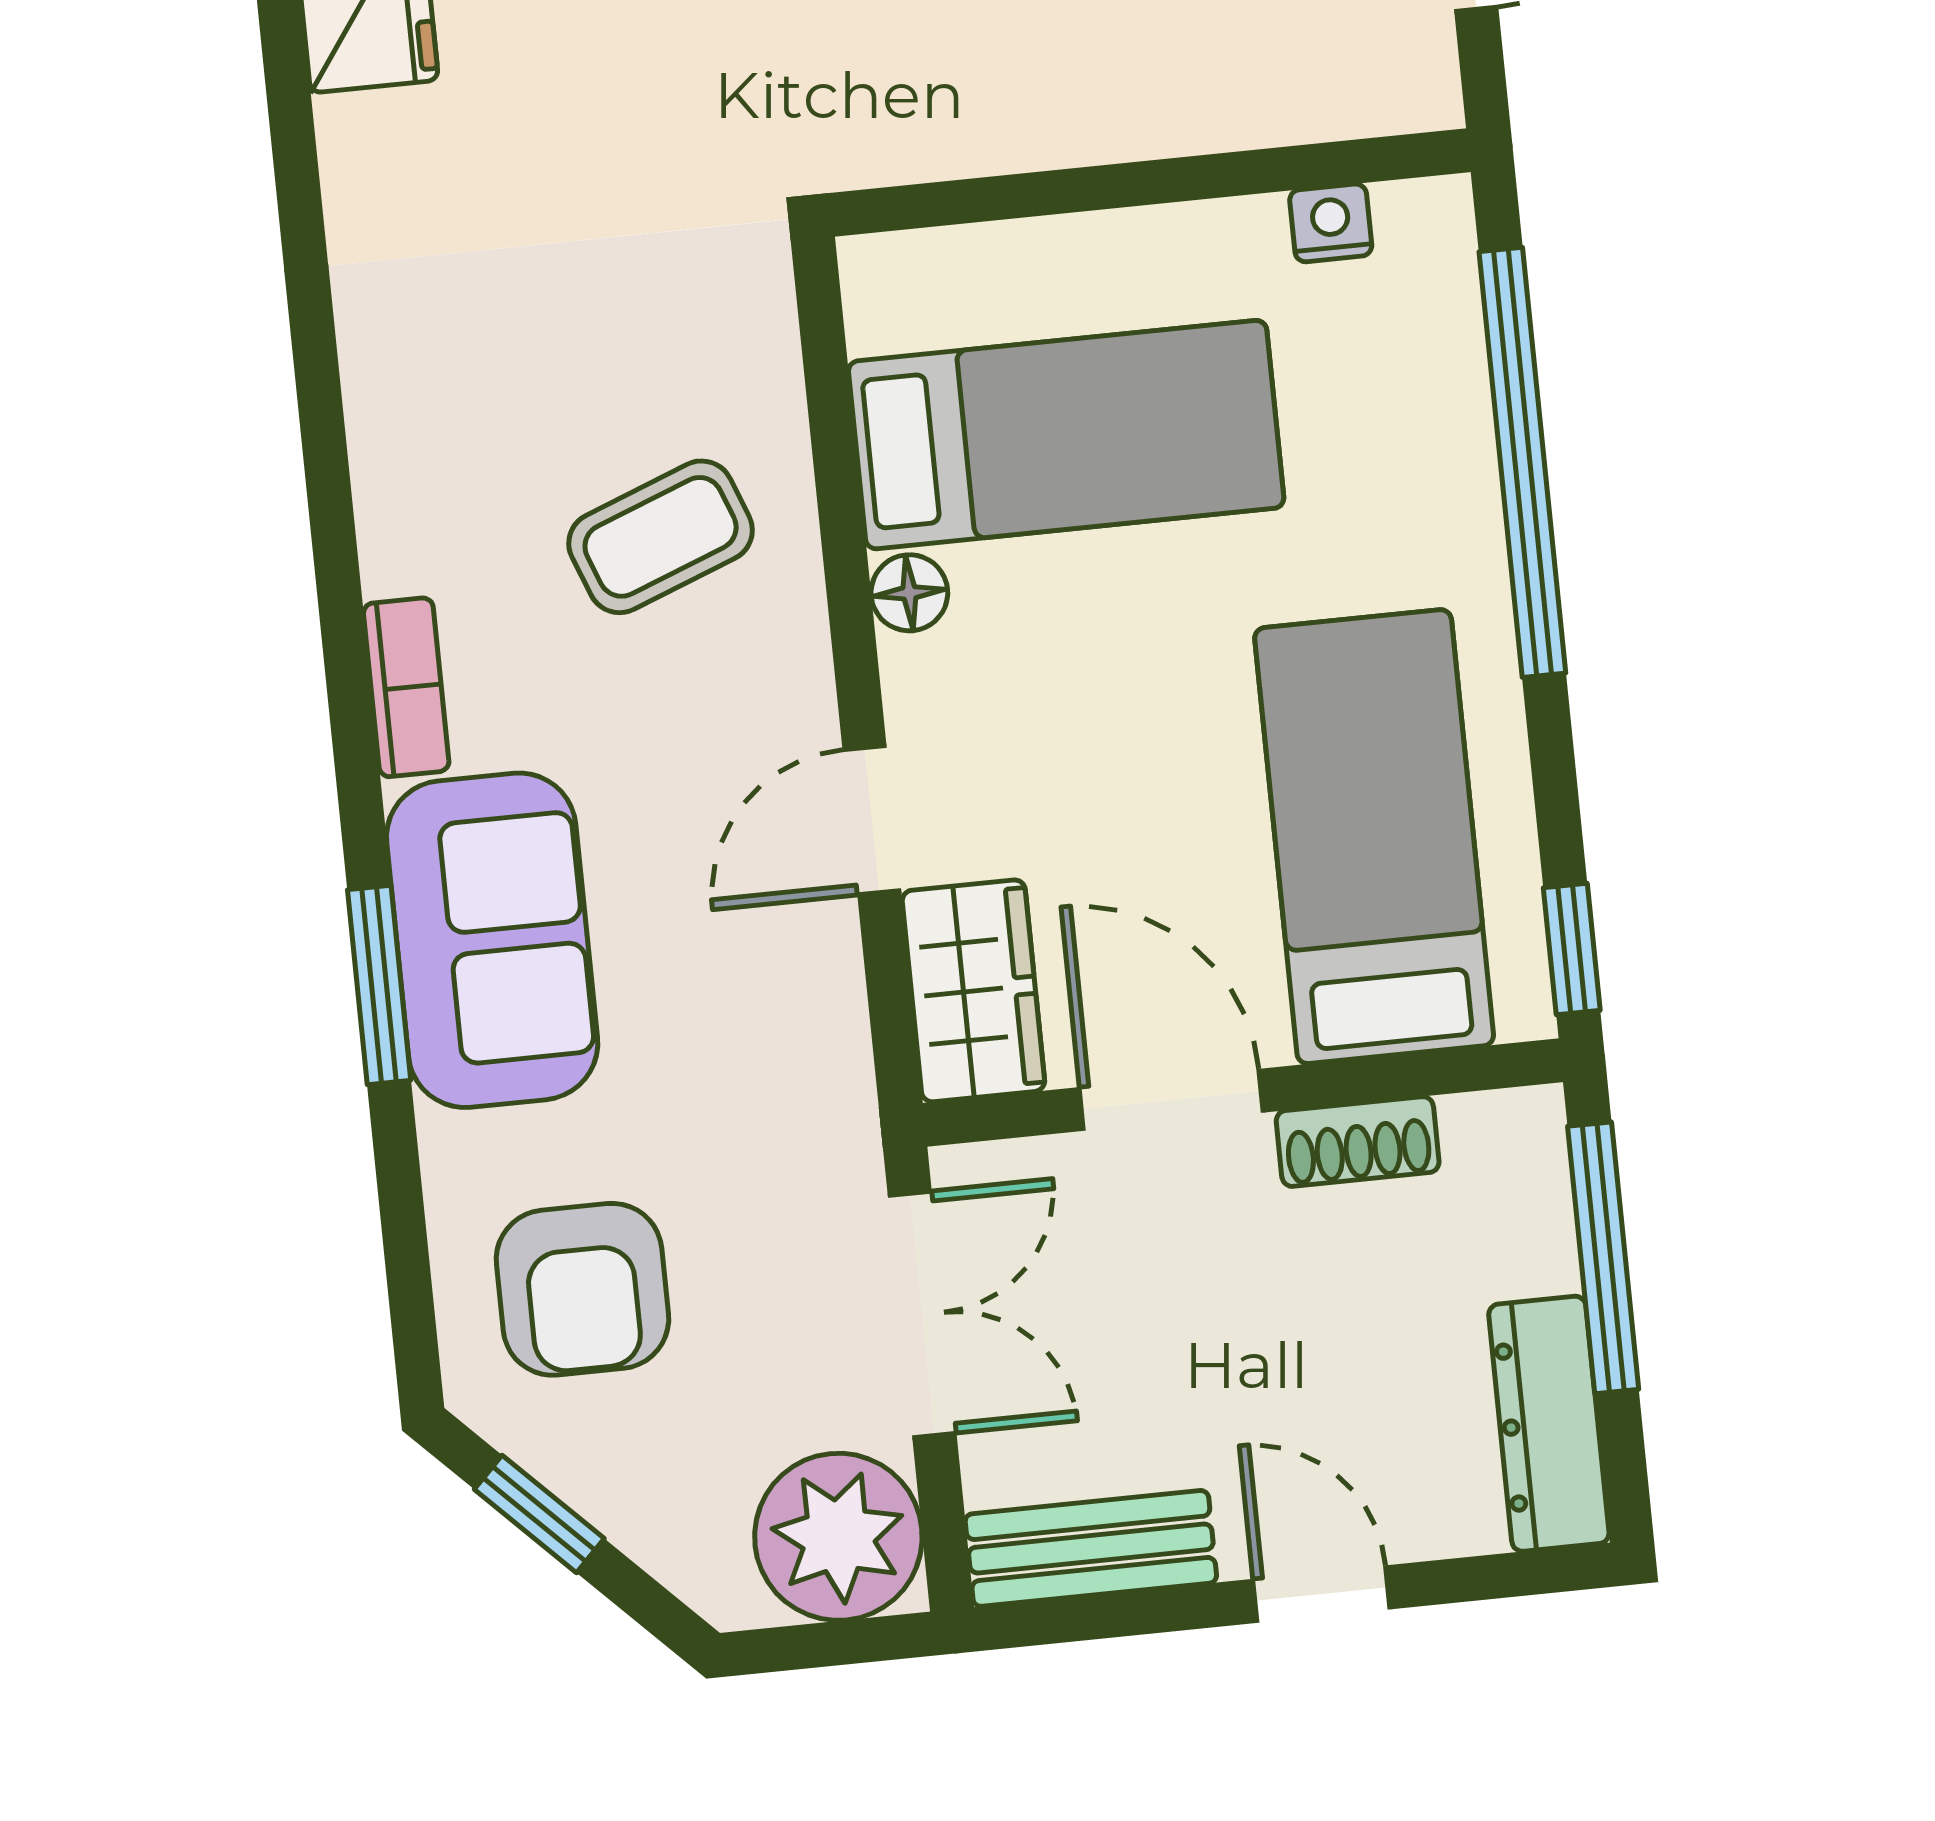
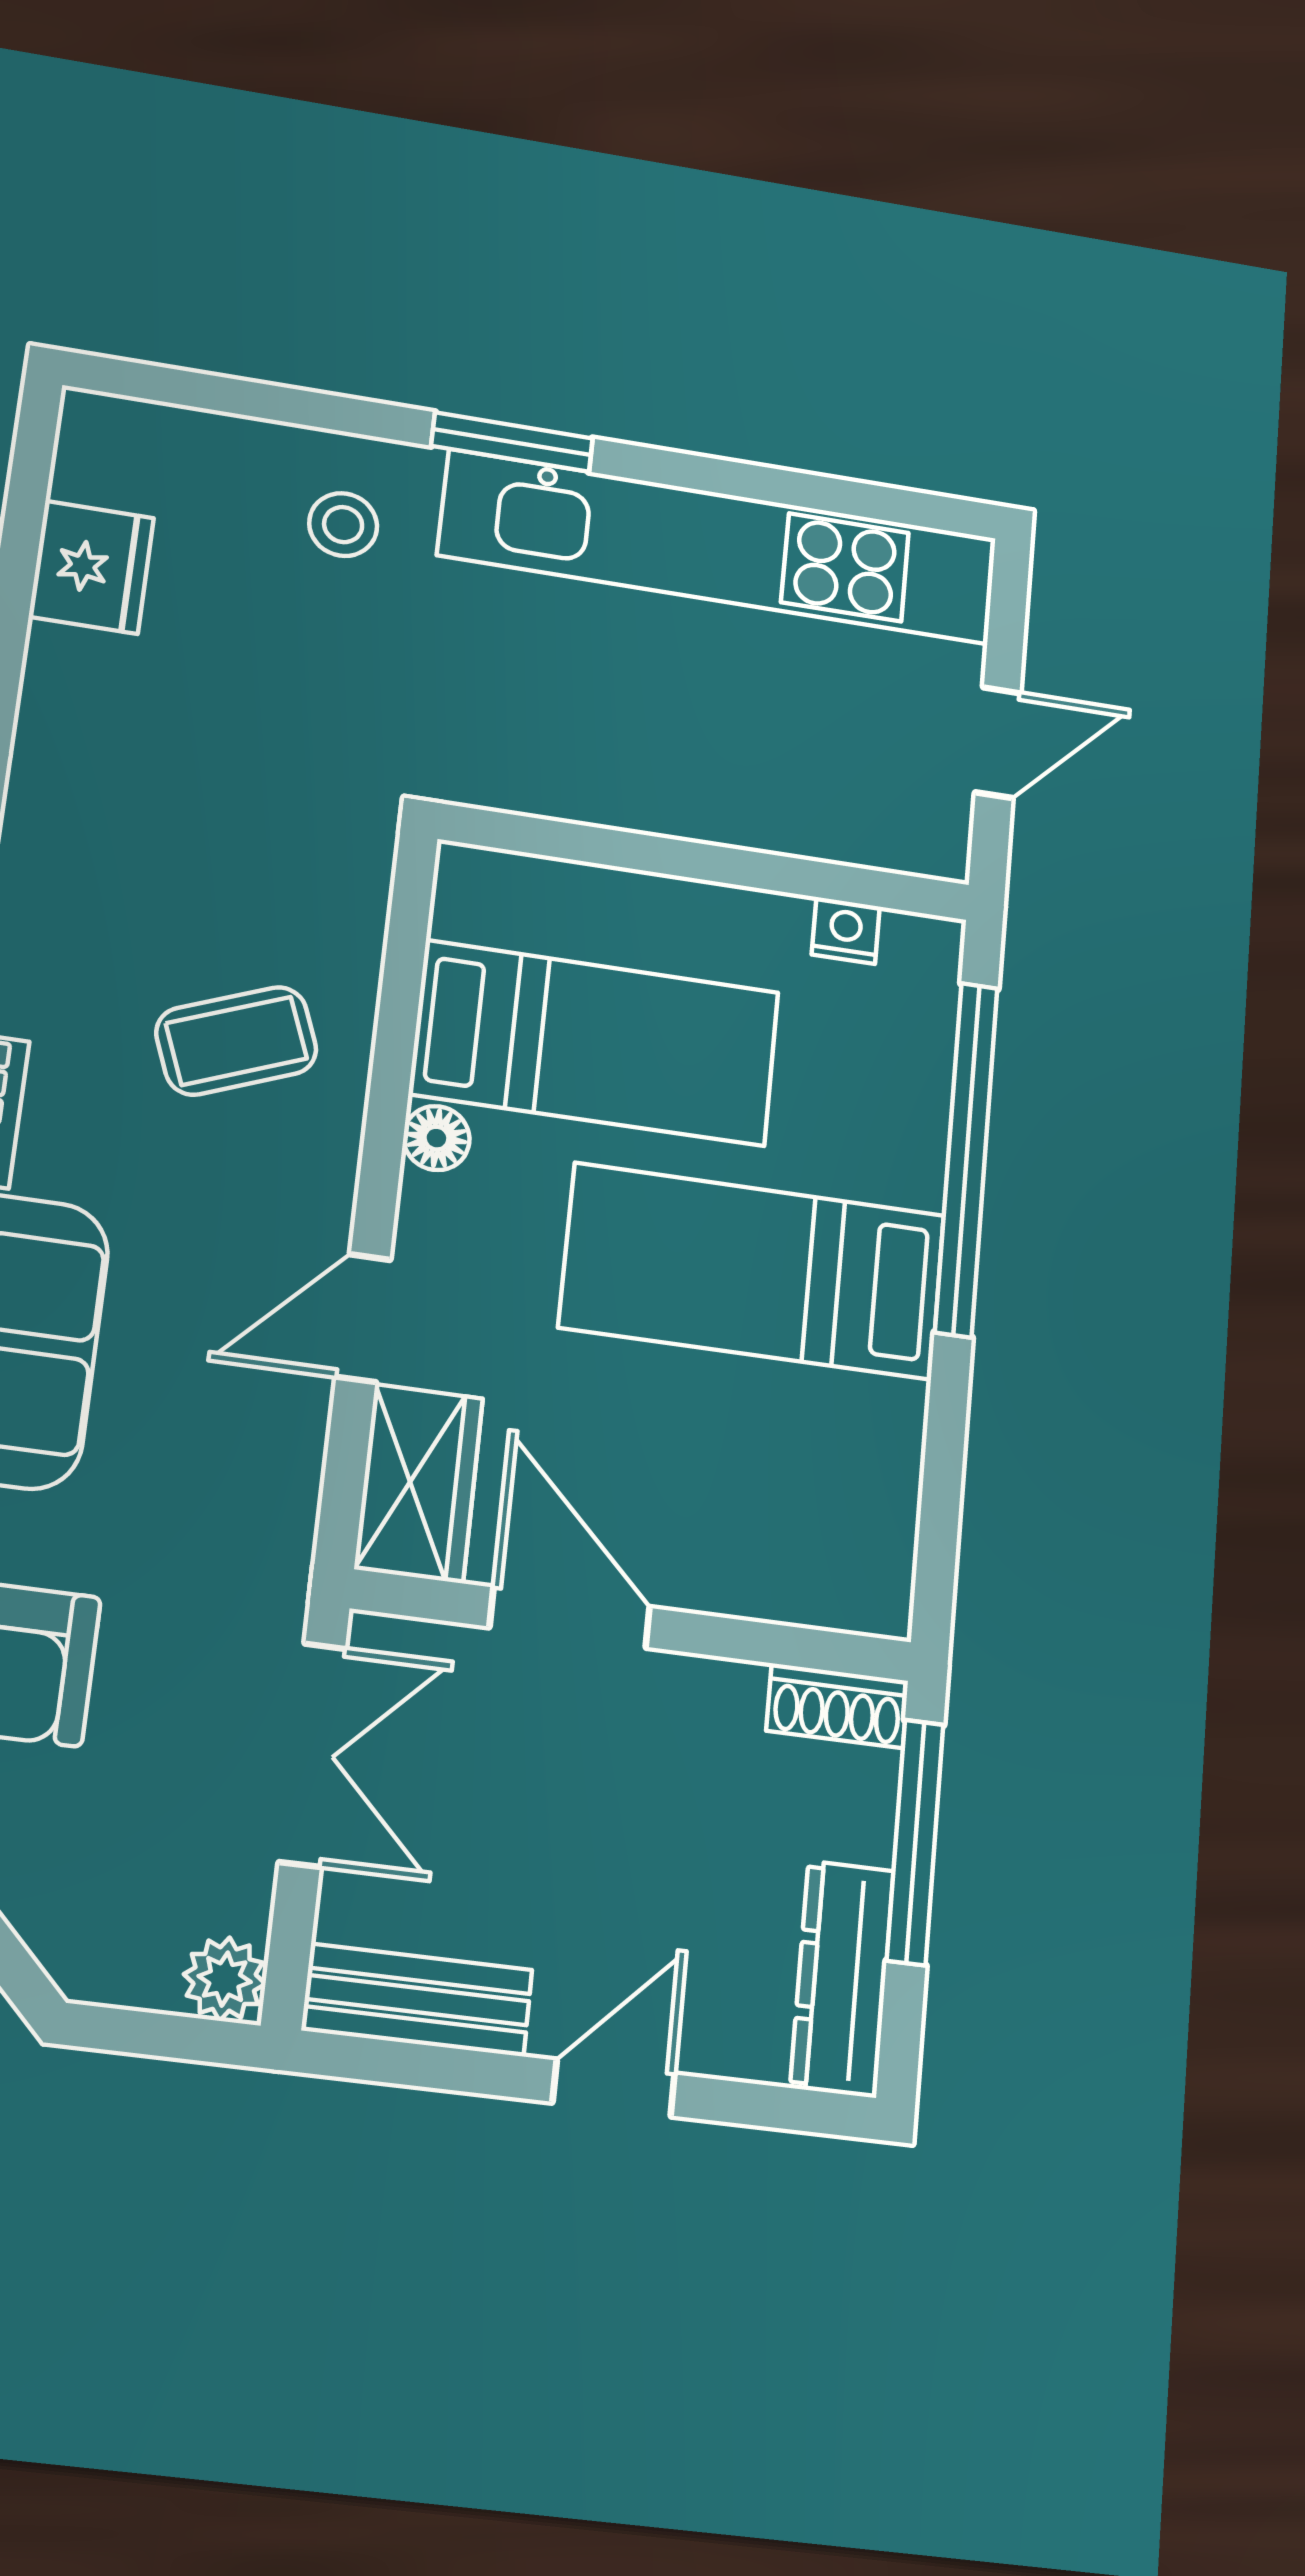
bed: (1374, 837) -> (753, 1271), moved, turned -90
window: (1572, 949) -> (936, 1569), removed
shoe rack: (1358, 1142) -> (837, 1706), moved
plant: (838, 1537) -> (225, 1979), width x0.53, depth x0.53
door: (1321, 1594) -> (614, 2088), hinge flipped

